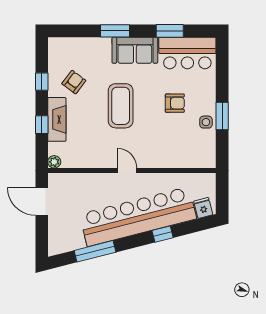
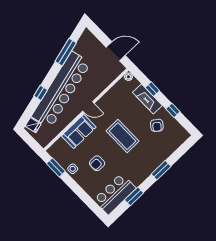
sofa: (135, 50) -> (79, 131), moved, turned 180
window: (222, 116) -> (56, 167), moved

